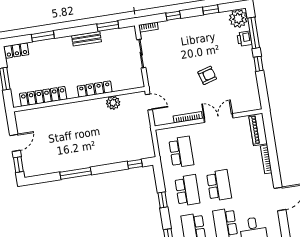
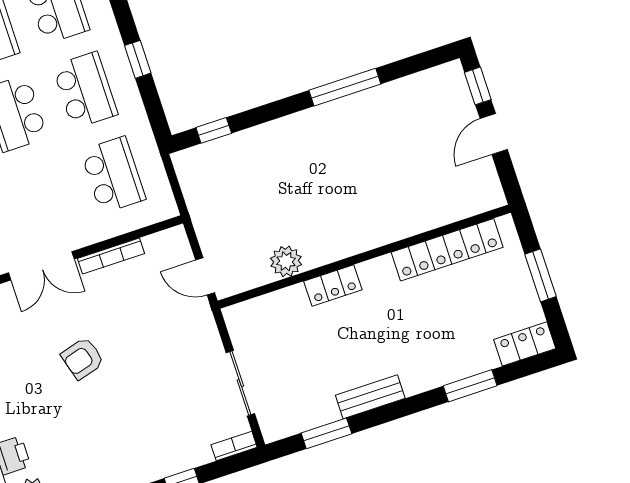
locker: (95, 89) -> (333, 285), width x0.66
school desk: (181, 152) -> (113, 175), turned 180
school desk: (187, 190) -> (85, 90), turned 180

